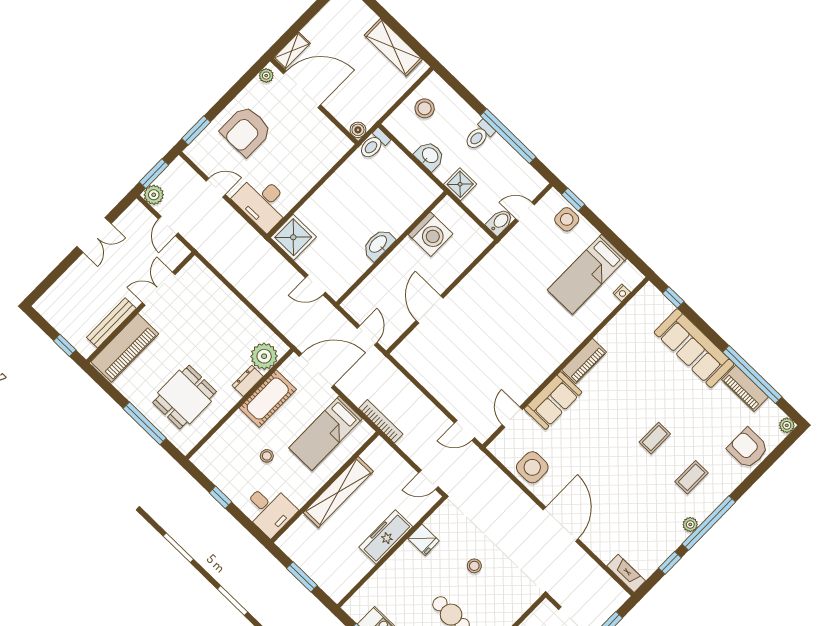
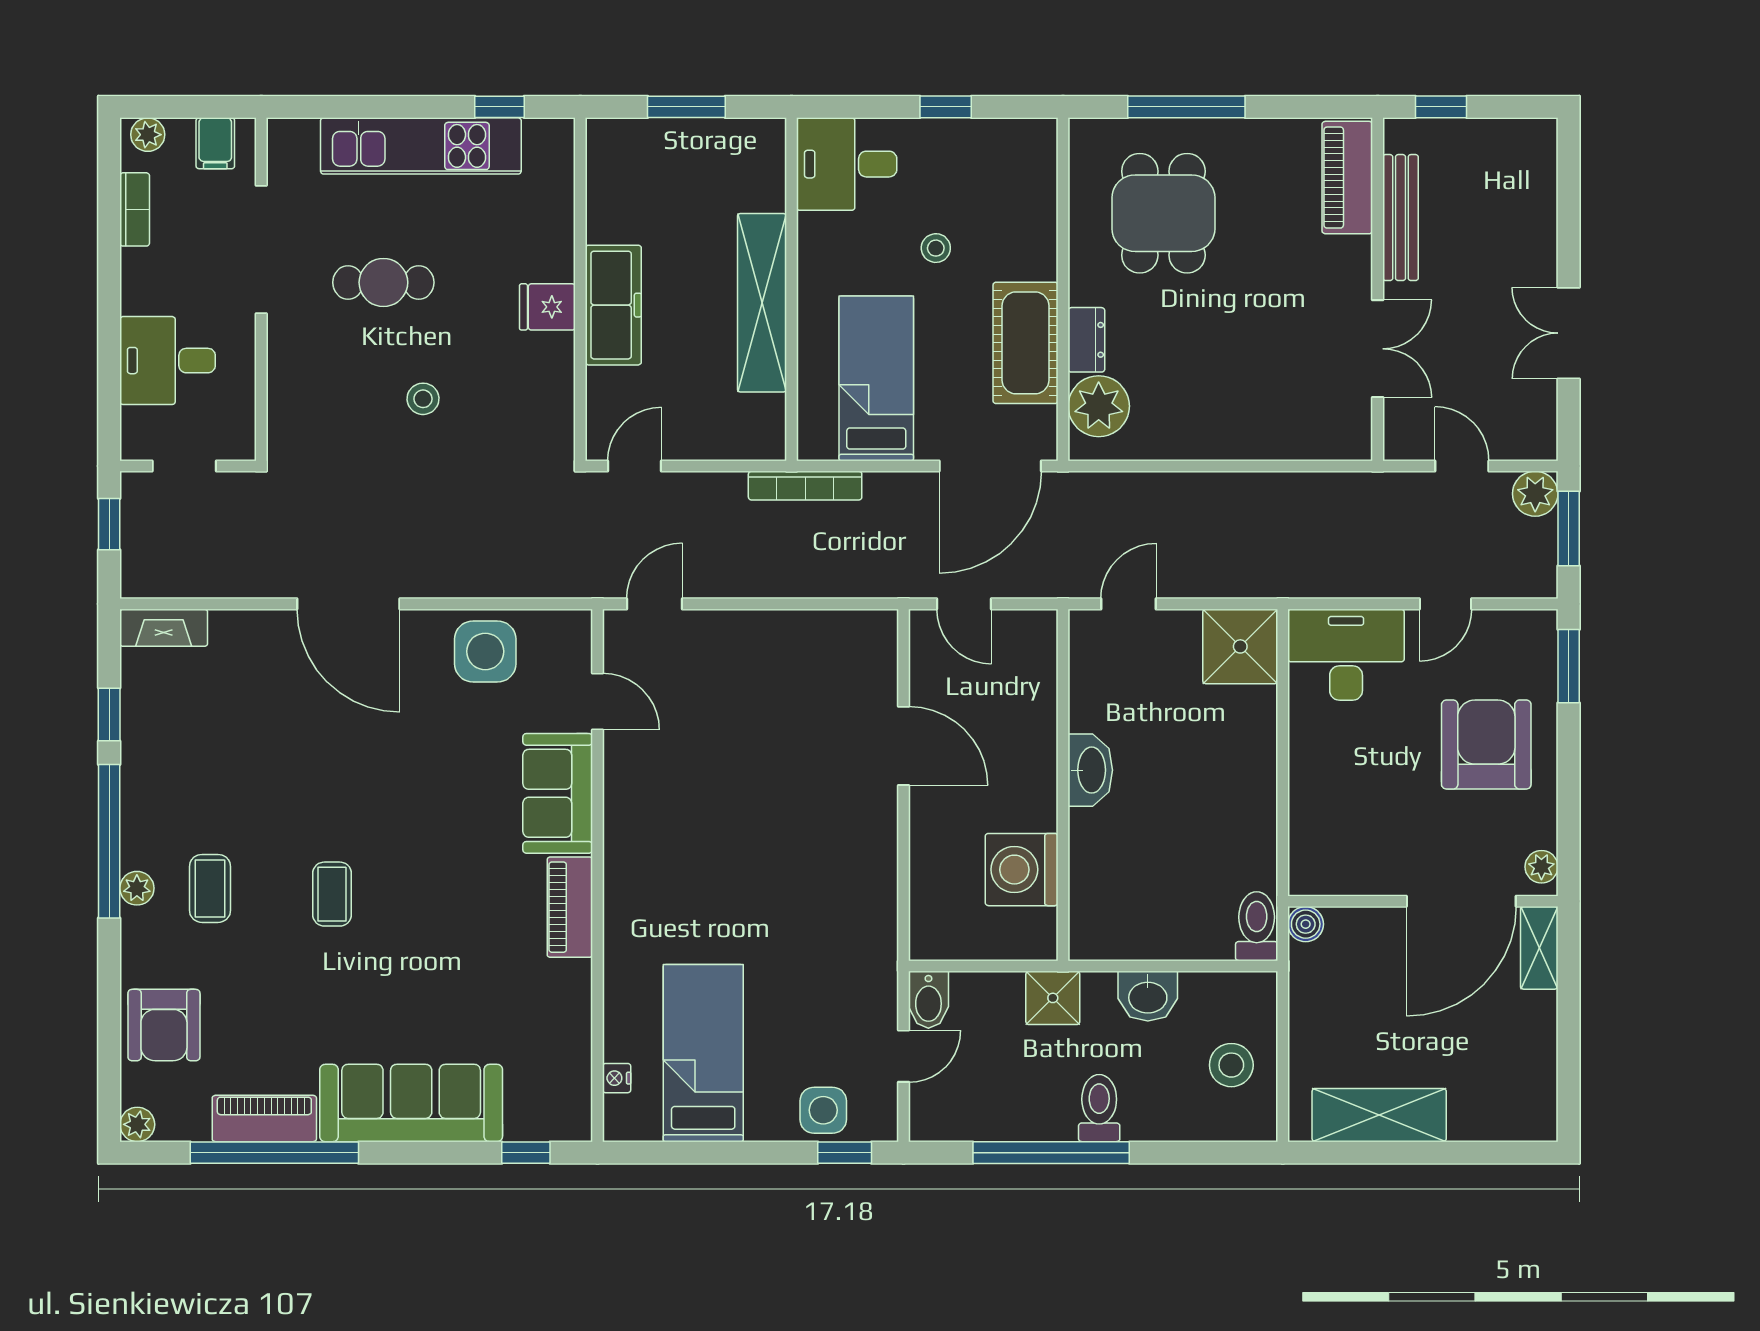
piano: (125, 348) -> (1347, 178), width x0.73, depth x0.75
armchair: (748, 448) -> (164, 1025), turned 90
plant: (690, 524) -> (137, 888), moved
fridge: (423, 540) -> (547, 307), moved

